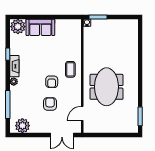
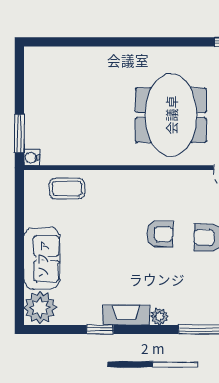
coffee table: (70, 69) -> (67, 189), moved
meeting table: (106, 87) -> (171, 115), turned 90

